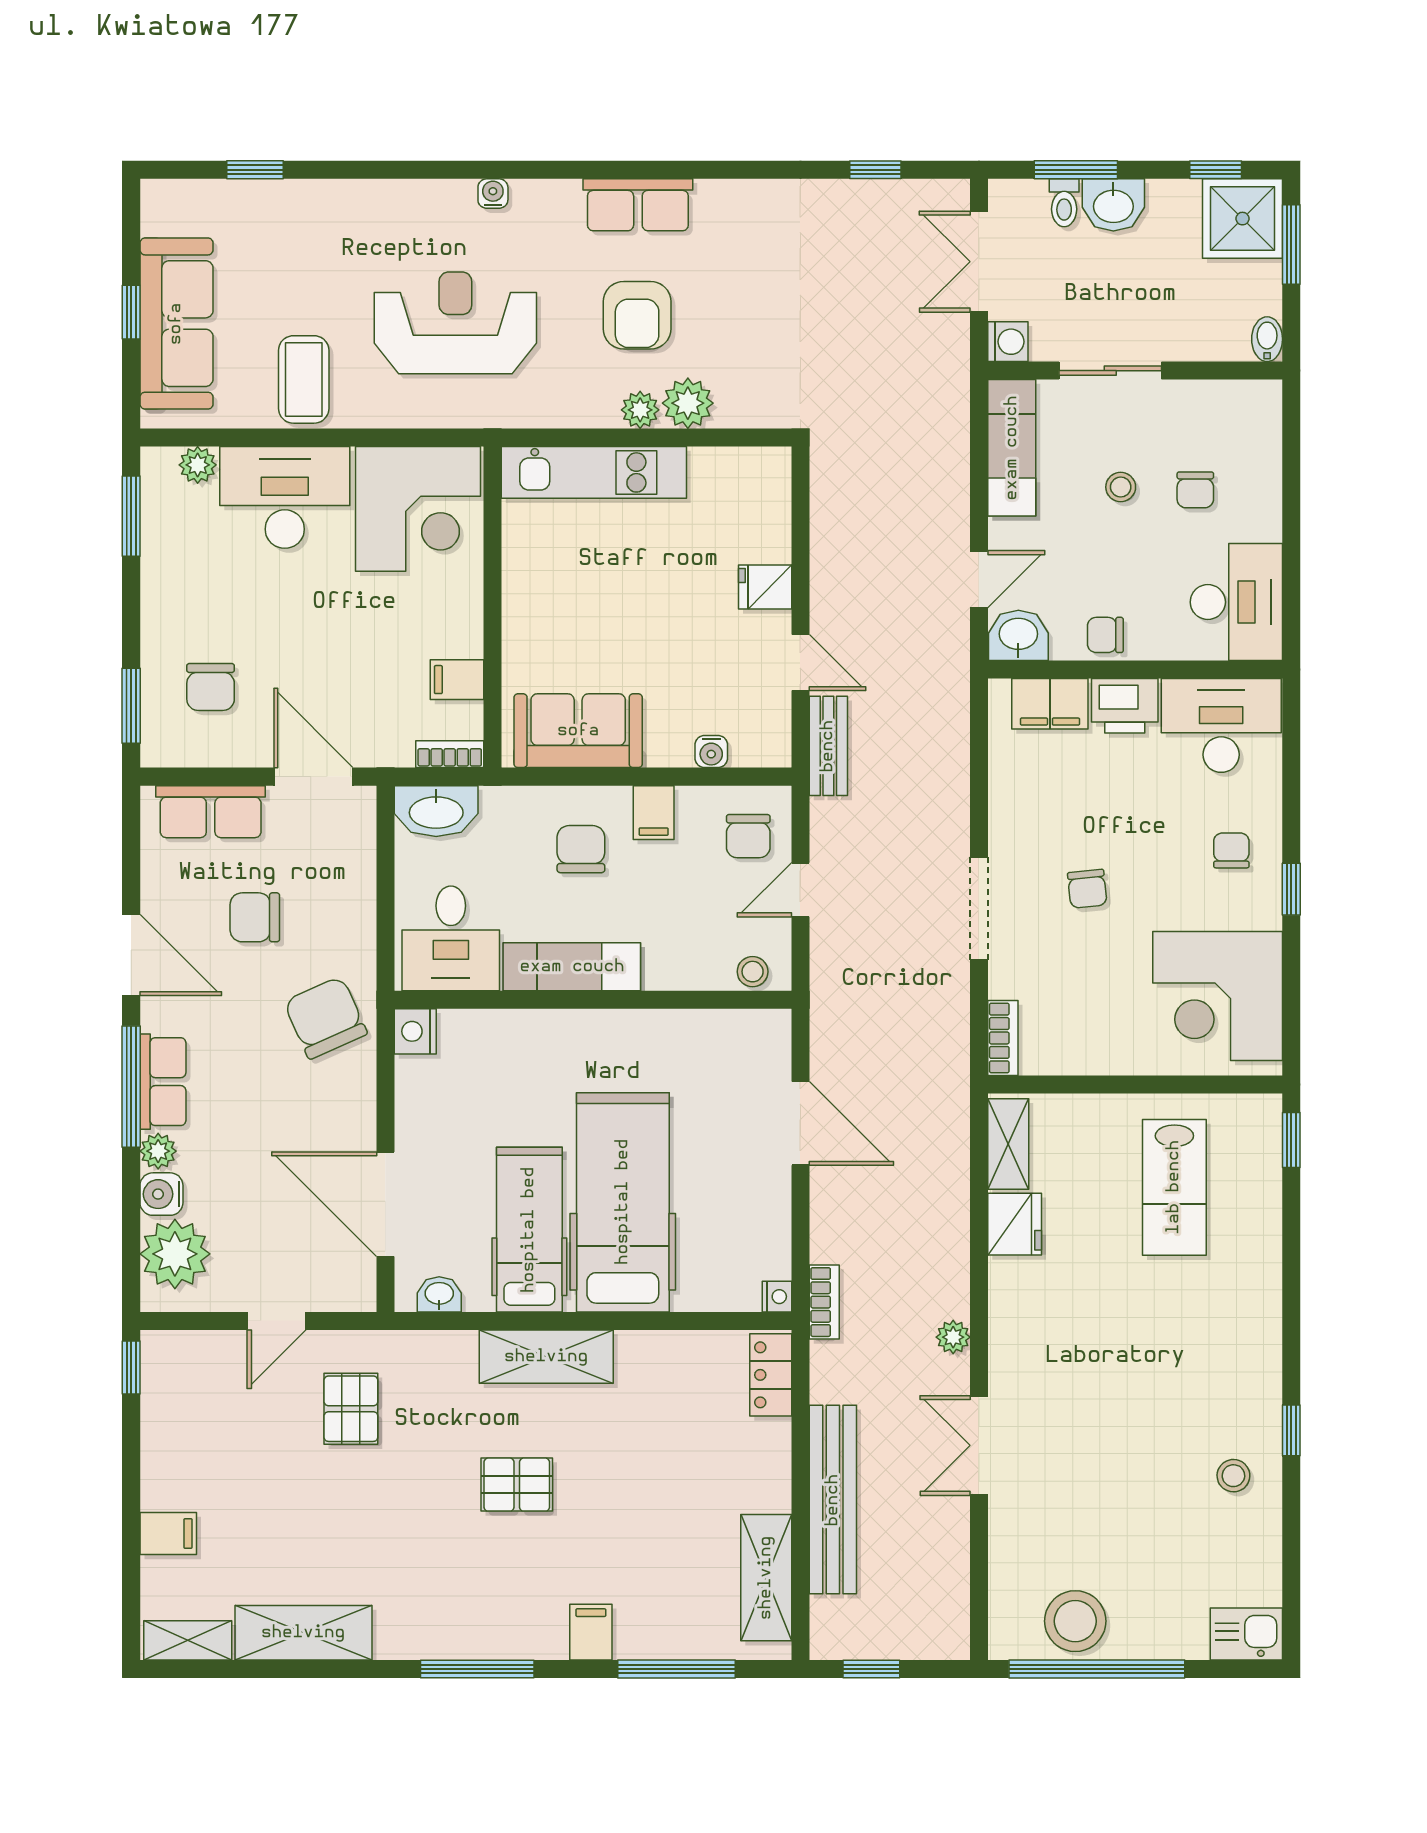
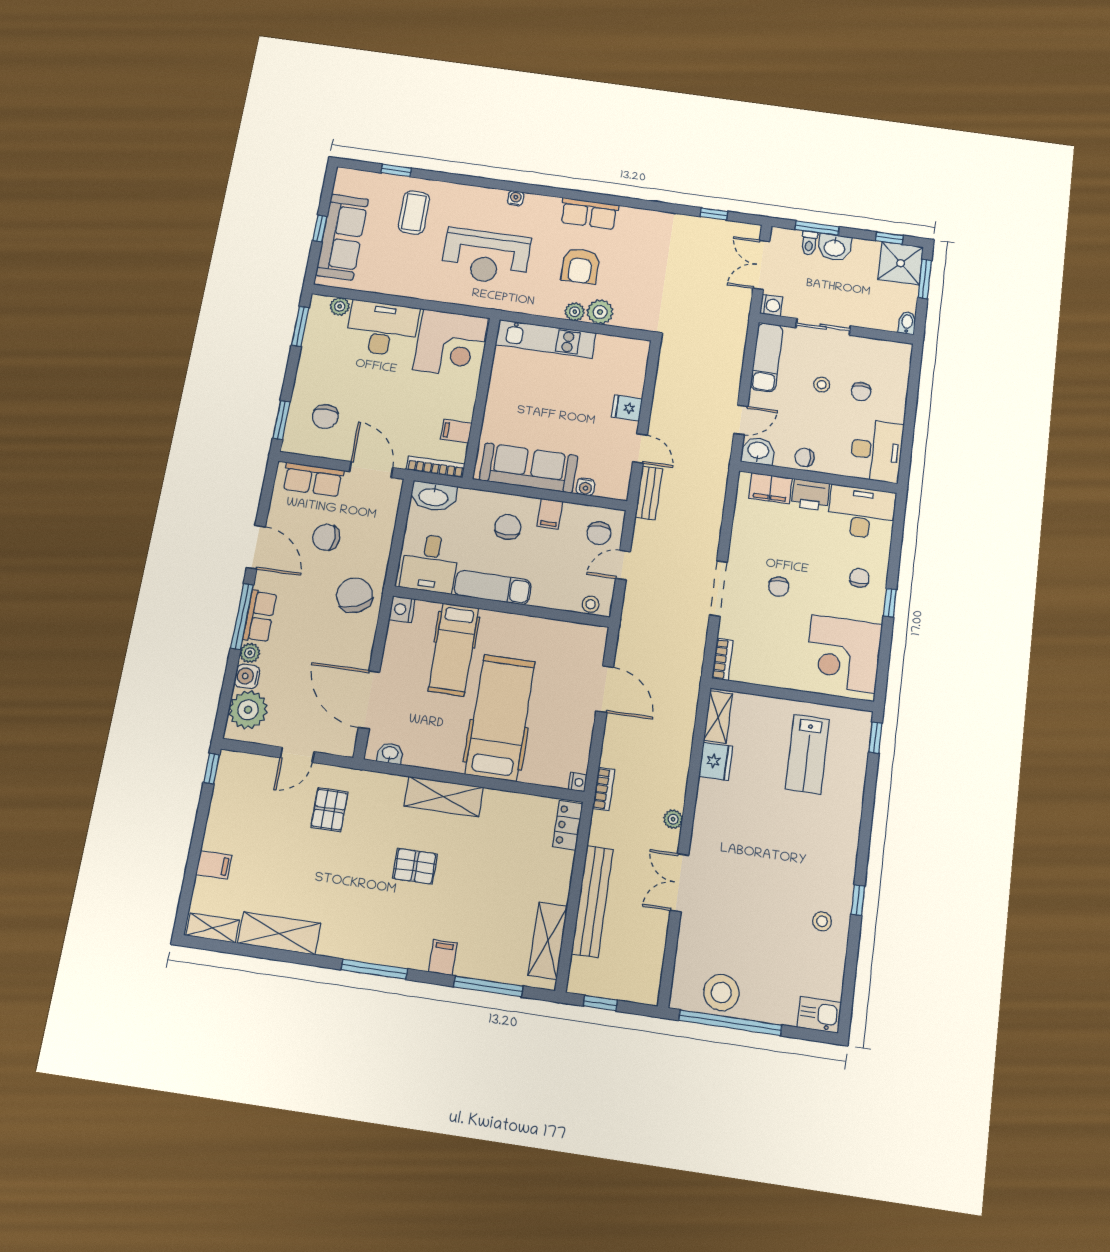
reception desk: (455, 323) -> (486, 257), turned 180
coffee table: (304, 379) -> (414, 213), moved
sofa: (578, 731) -> (529, 468), width x1.36
bookcase: (450, 754) -> (436, 467), width x1.56
hospital bed: (529, 1230) -> (454, 649), moved, turned 180

